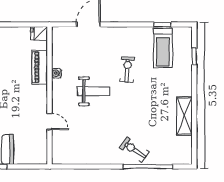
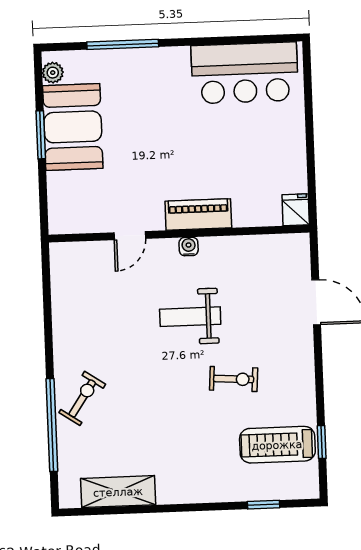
piano: (40, 67) -> (198, 214), moved
water cooler: (56, 73) -> (189, 246), moved
weight bench: (94, 91) -> (190, 317), turned 90
shelving: (184, 116) -> (118, 492), moved

